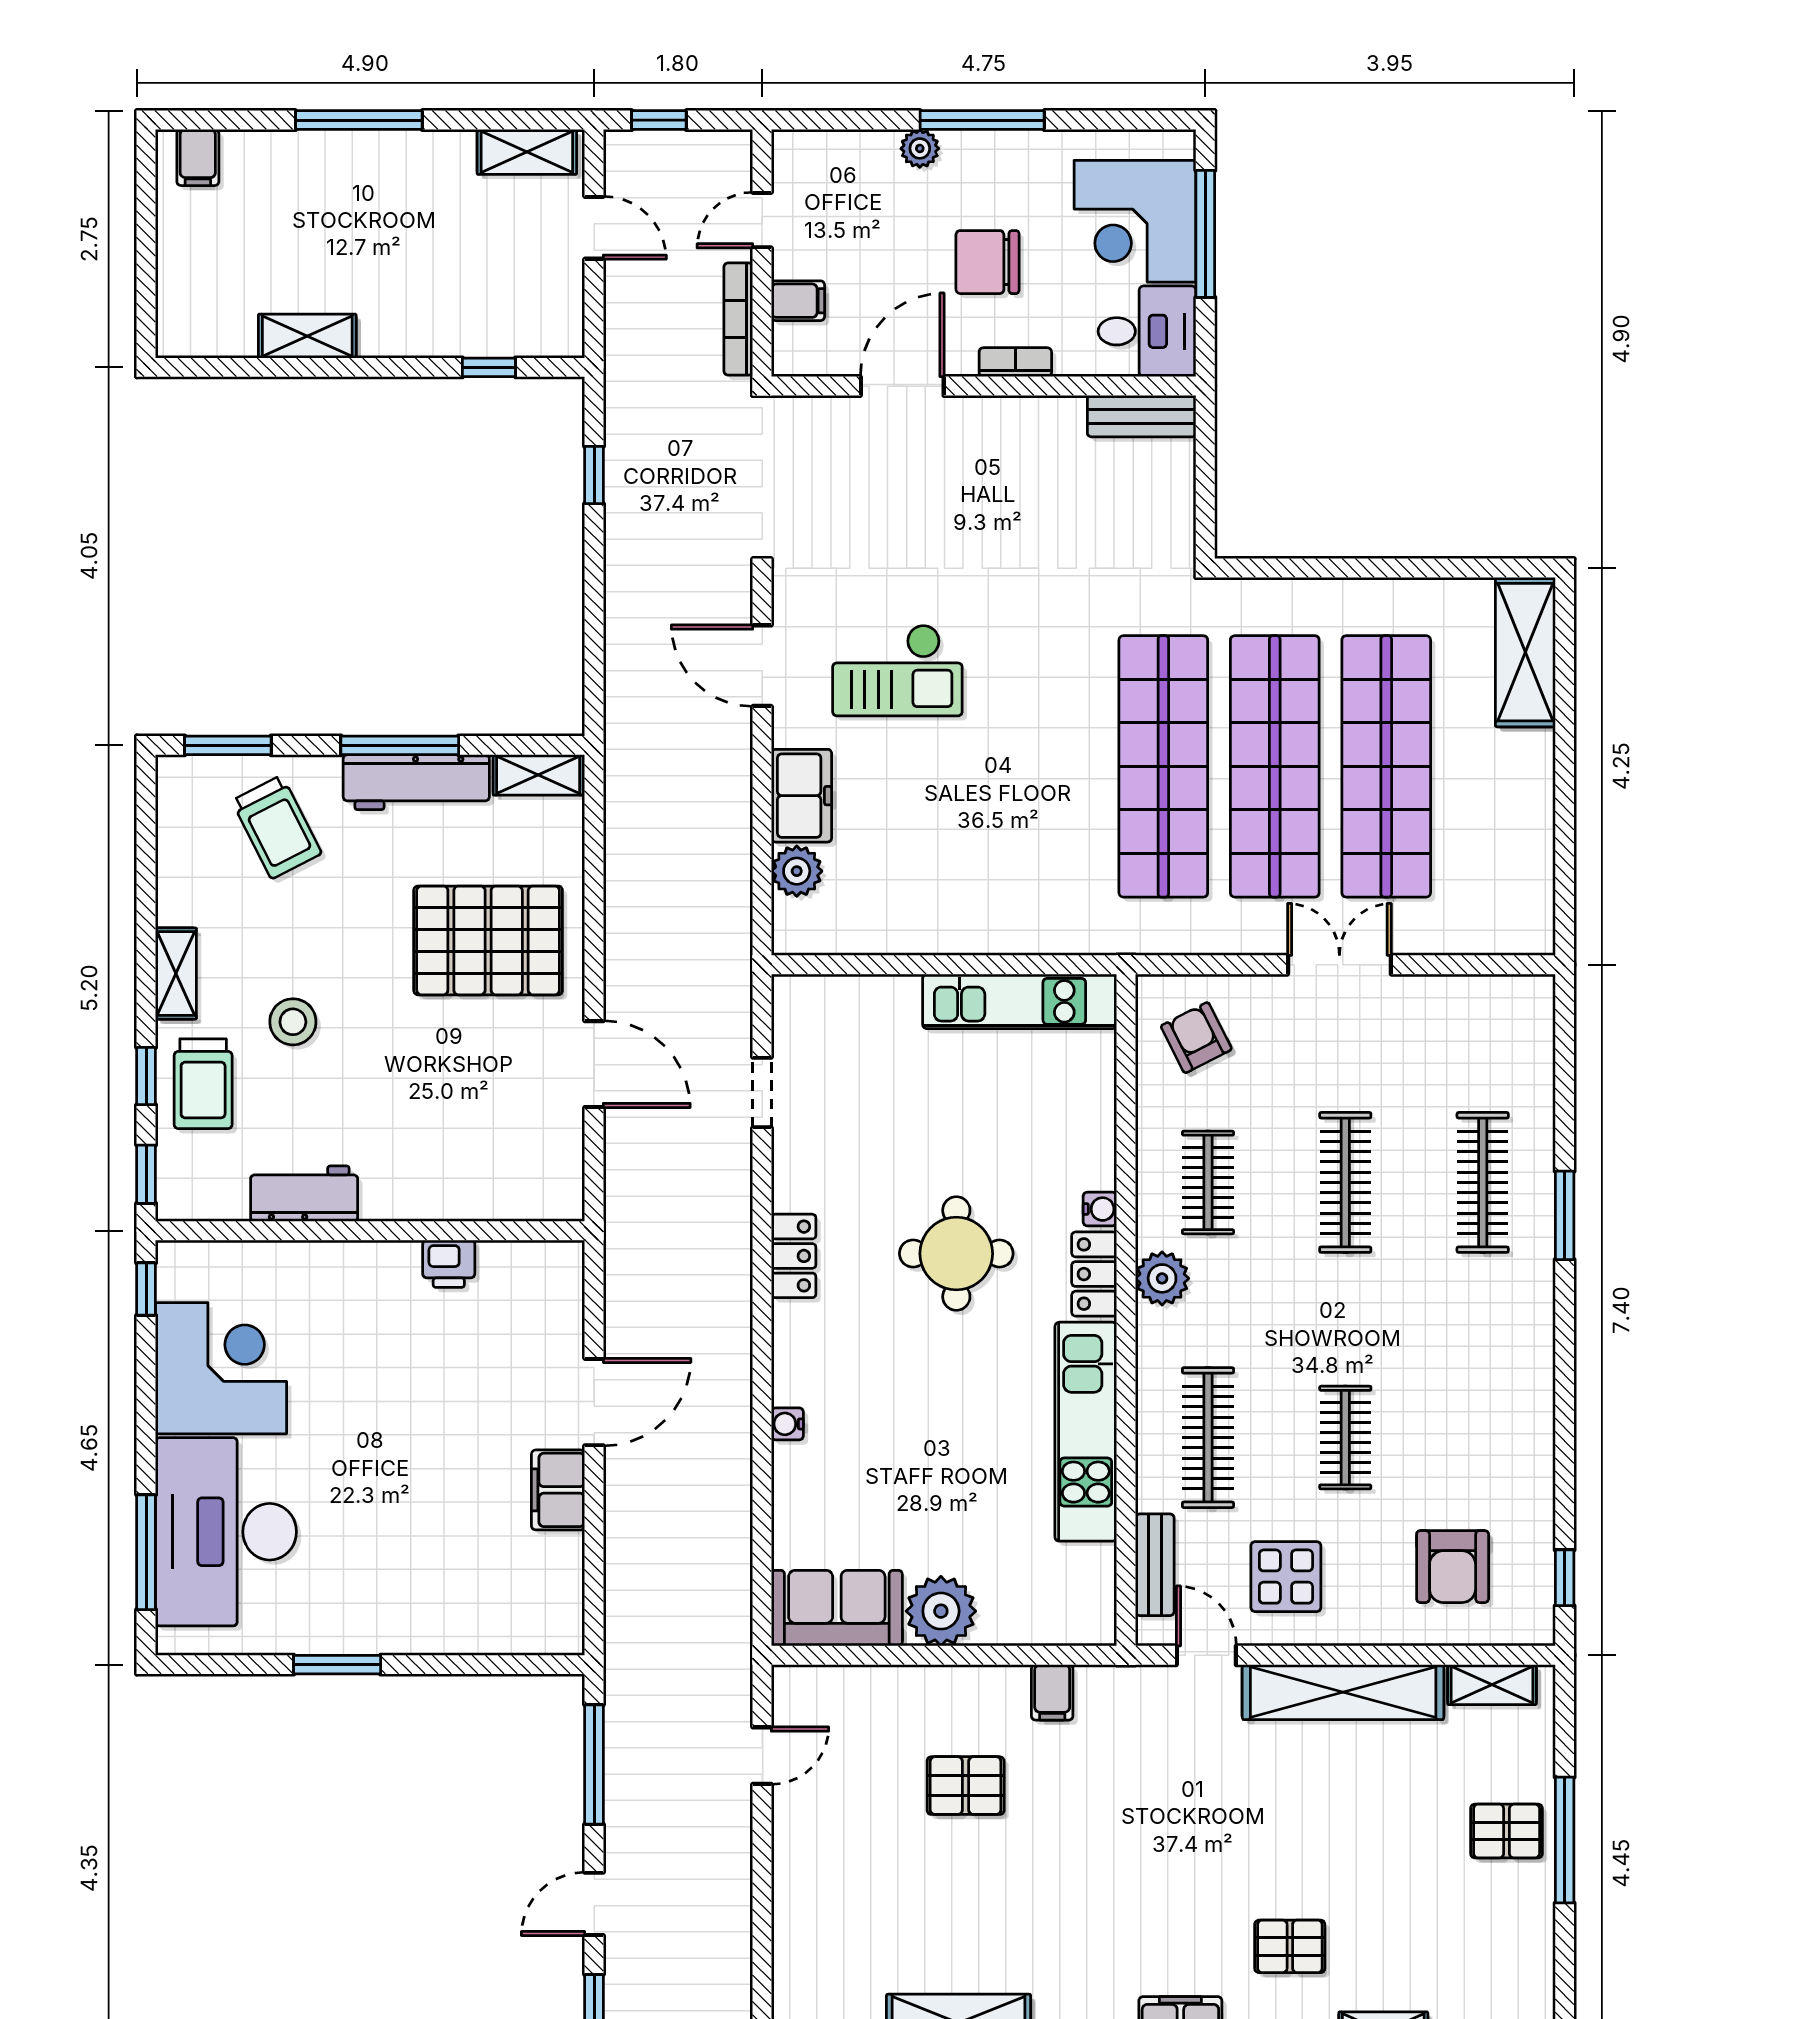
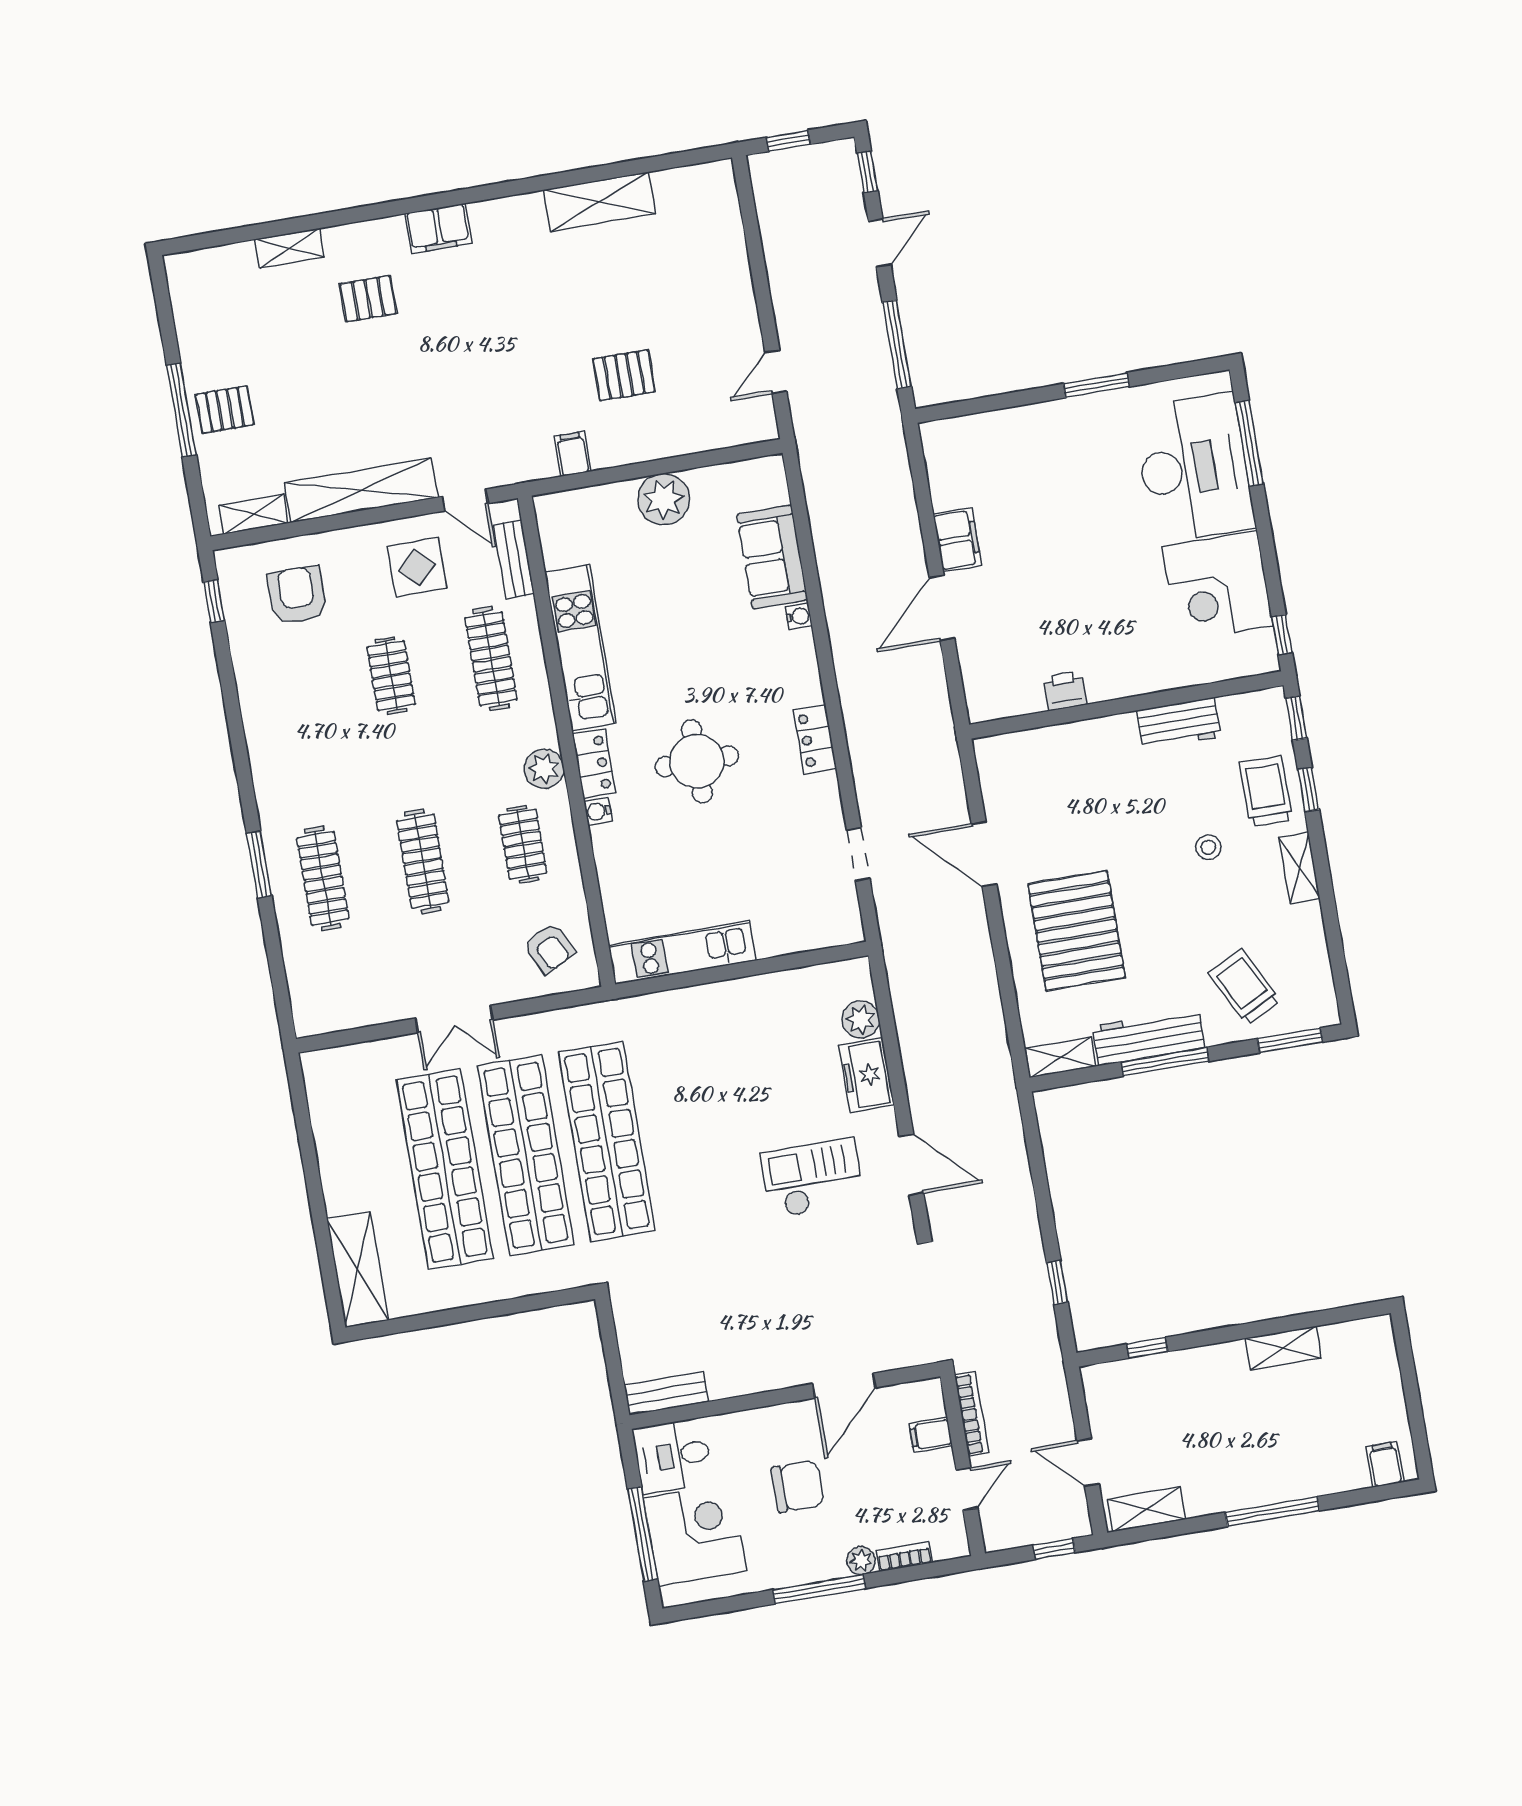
bookcase: (1015, 362) -> (904, 1557), moved, turned 180
pallet: (488, 940) -> (1076, 931), turned 90
stool: (293, 1022) -> (1208, 847), width x0.73, depth x0.73
sofa: (837, 1608) -> (772, 557), moved, turned 90

